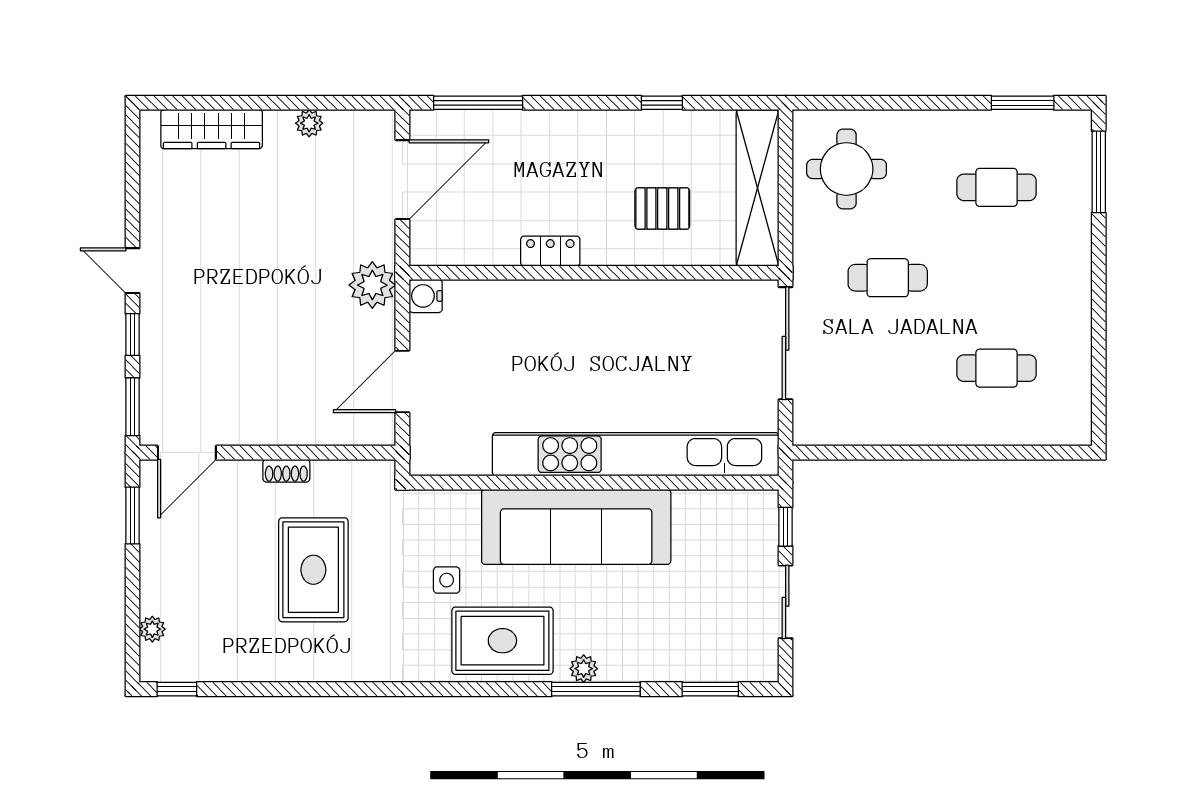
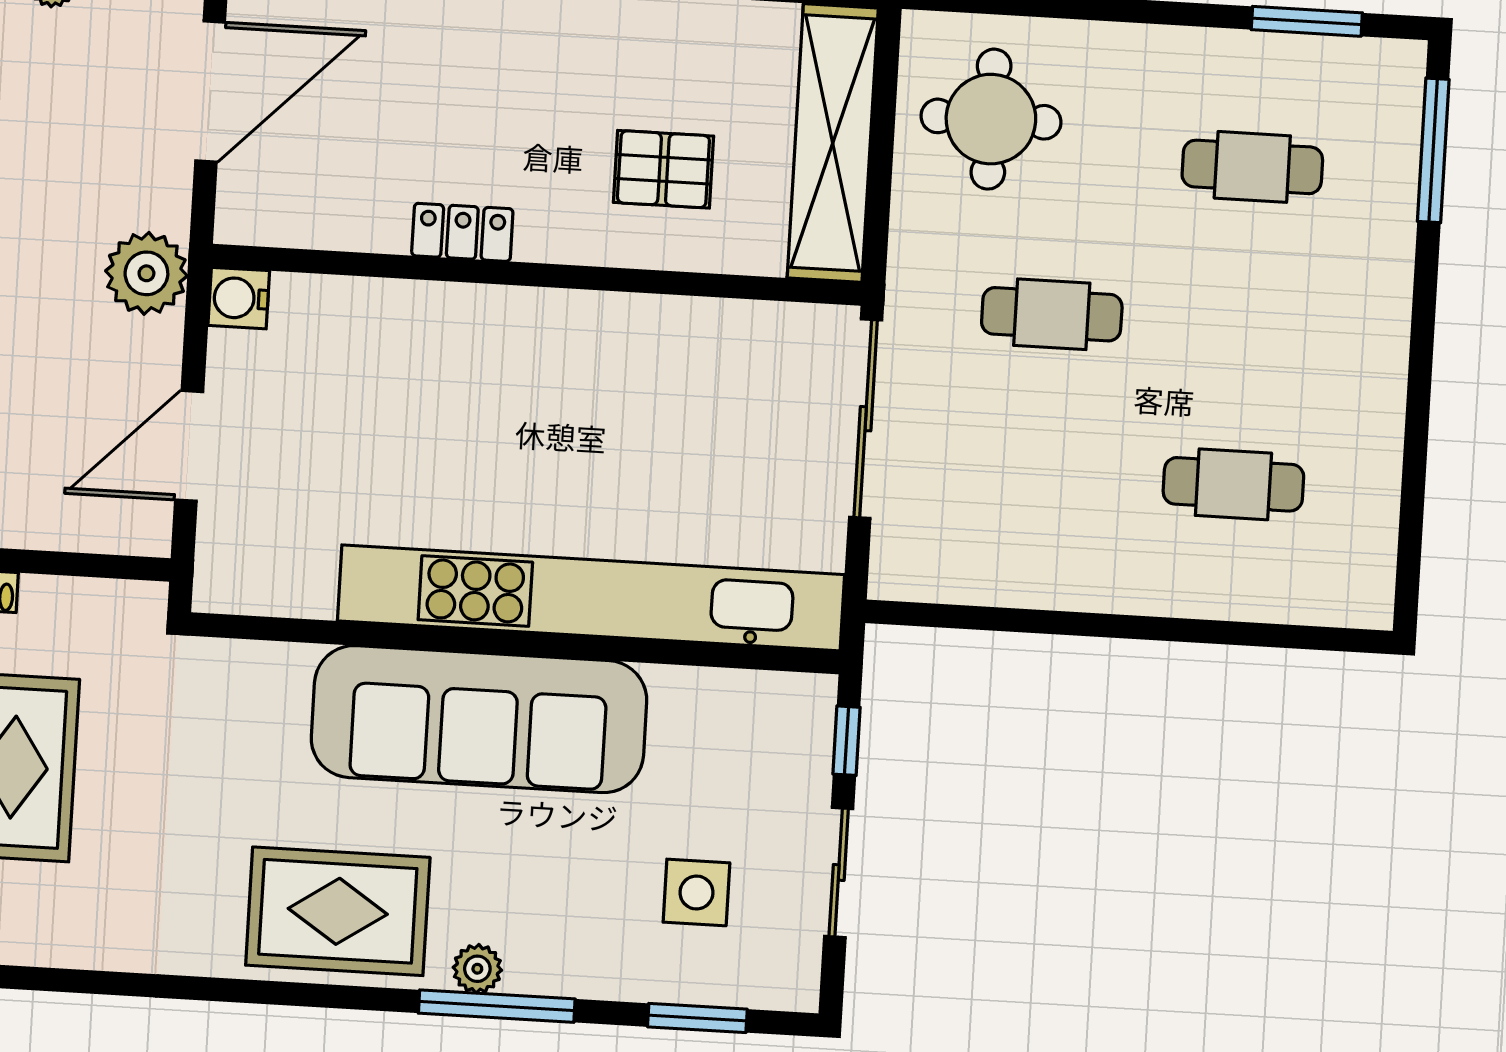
side table: (447, 580) -> (696, 892), moved, width x1.37, depth x1.37

